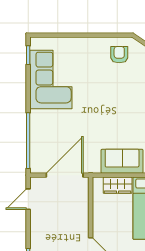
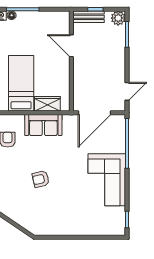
armchair: (119, 55) -> (41, 179), moved, turned 77
corner sofa: (51, 79) -> (107, 180), moved

